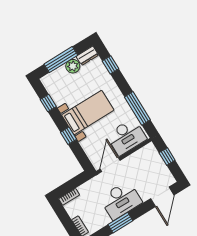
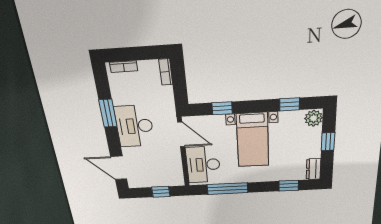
window: (61, 60) -> (328, 142), width x0.46
plant: (73, 66) -> (314, 118), moved
window: (68, 136) -> (222, 108), moved

